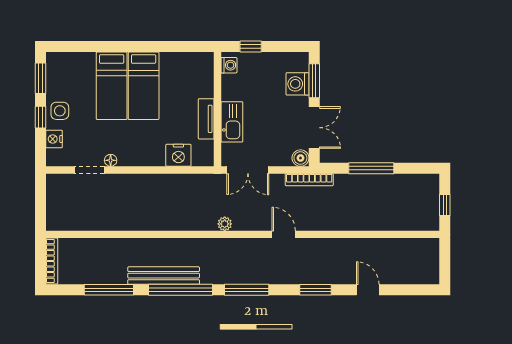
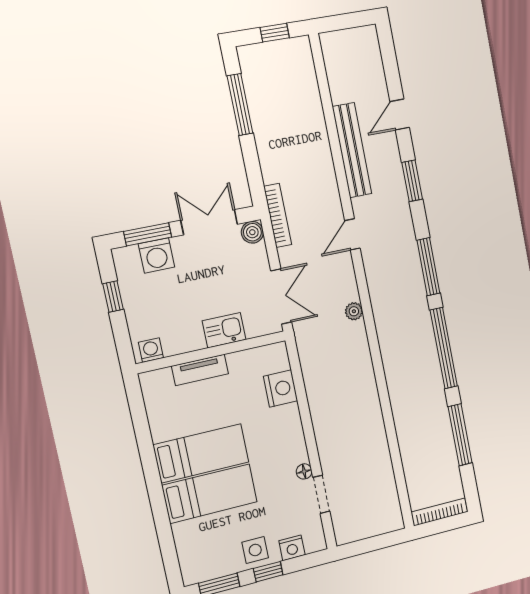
window: (251, 47) -> (113, 296), moved
tv unit: (206, 119) -> (200, 370), moved
kitchen sink: (232, 122) -> (224, 330), width x0.73
window: (371, 168) -> (240, 105), moved
bench: (164, 276) -> (352, 150), moved

